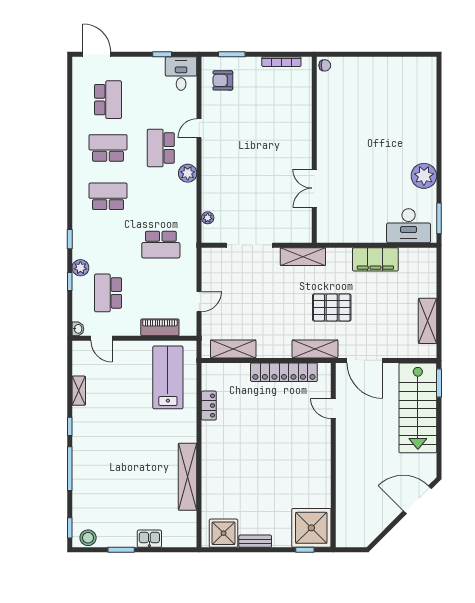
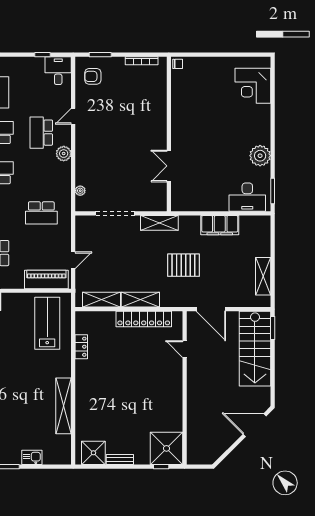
corner desk: (415, 92) -> (253, 86), added
piano: (160, 327) -> (46, 279), width x1.37, depth x1.33
shelving: (315, 349) -> (140, 300), moved

